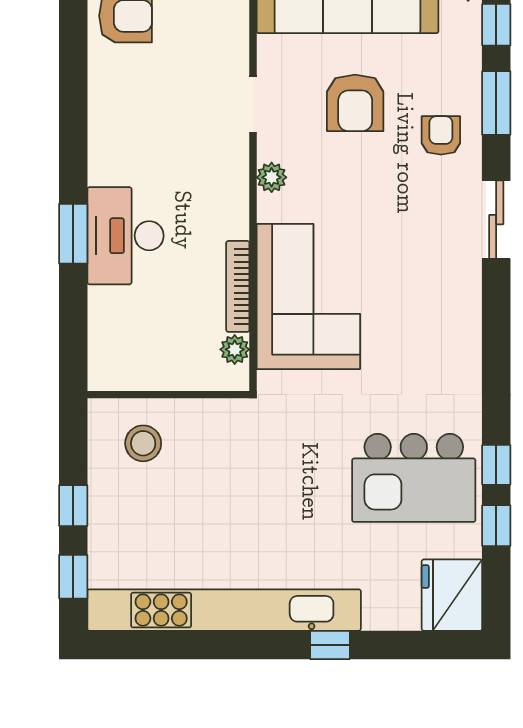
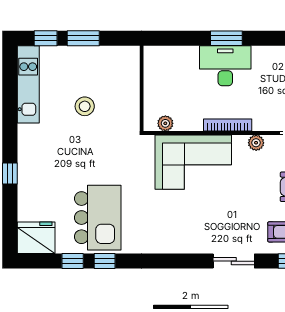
bookcase: (238, 286) -> (228, 125), moved
stool: (143, 443) -> (85, 106), moved
kitchen island: (414, 478) -> (98, 218), turned 180
window: (73, 506) -> (83, 38), width x1.50
kitchen unit: (224, 610) -> (28, 84), width x0.54

